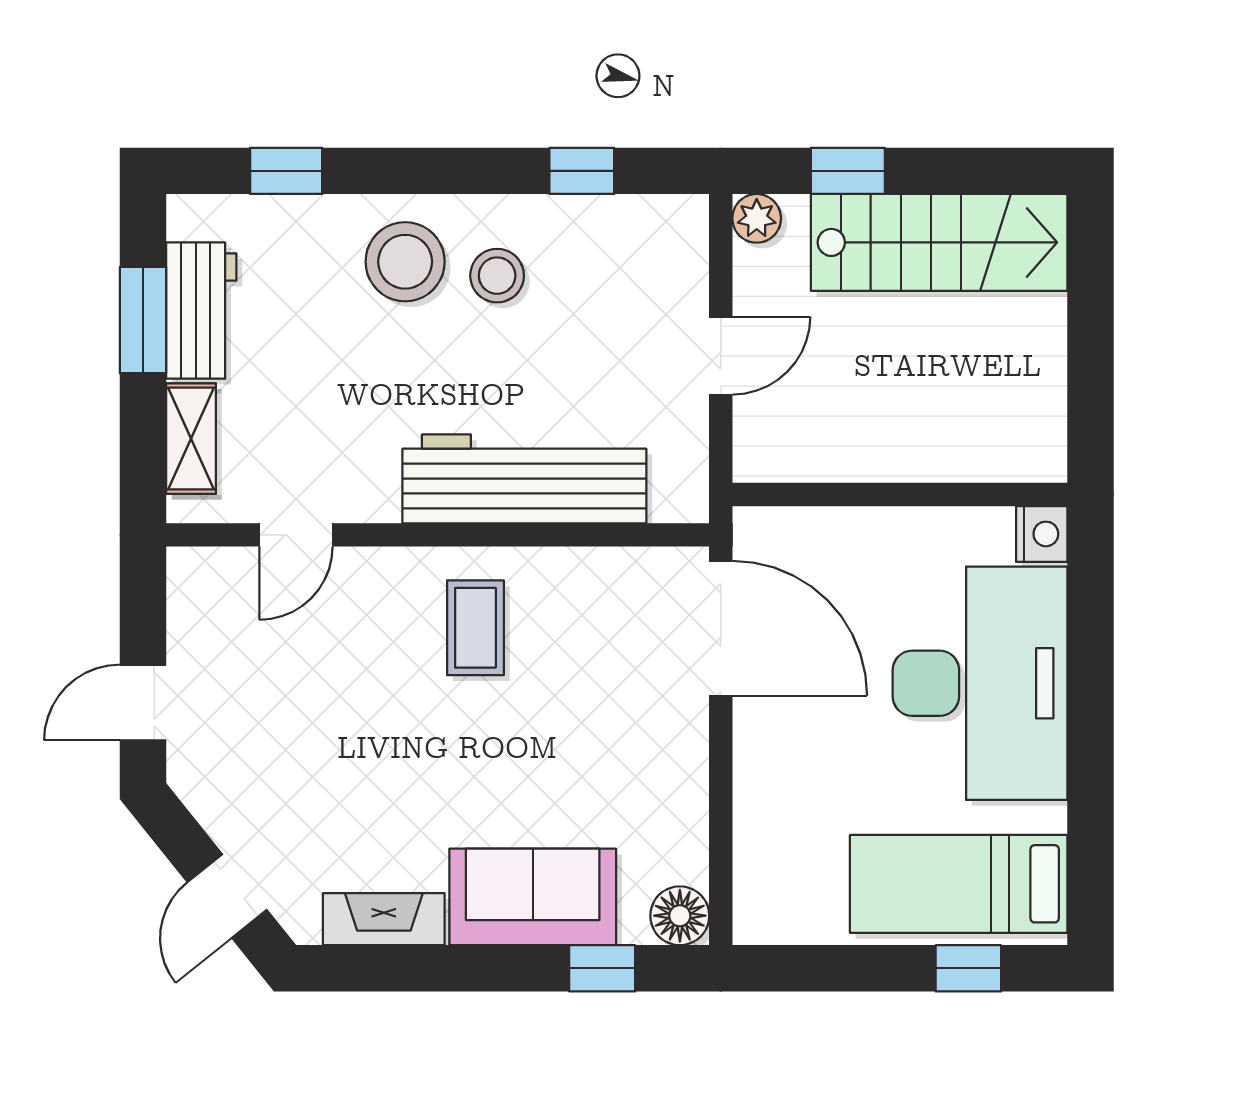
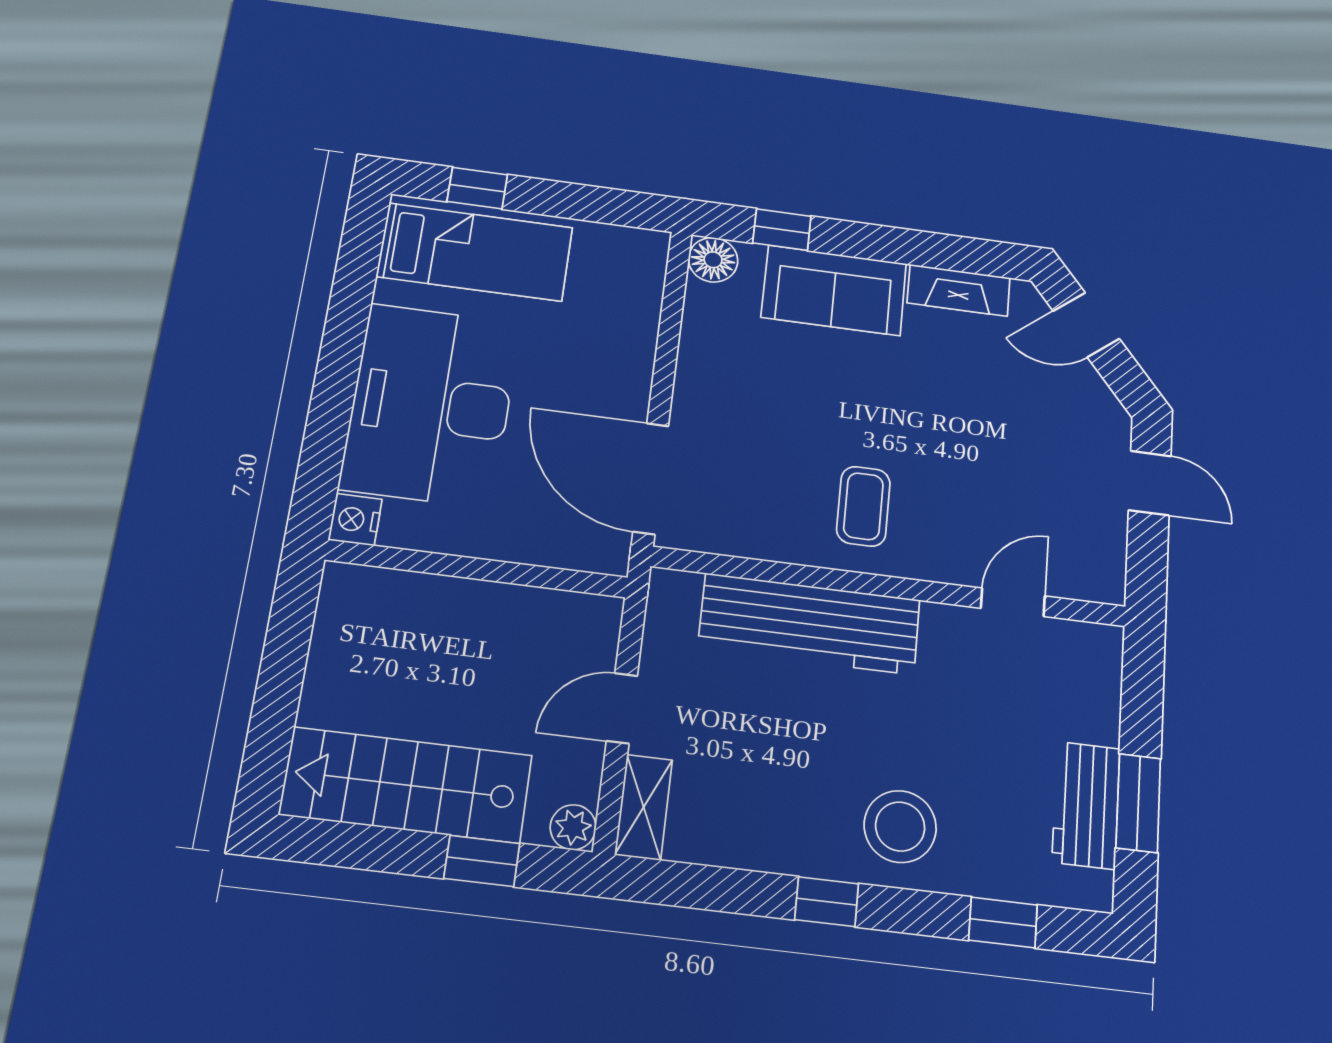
window: (582, 171) -> (827, 902), moved
stool: (497, 276) -> (818, 804), removed
shelving: (191, 439) -> (644, 807), moved
door: (143, 703) -> (1150, 483), hinge flipped
door: (227, 896) -> (1086, 325), swing flipped

